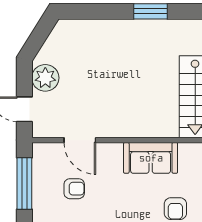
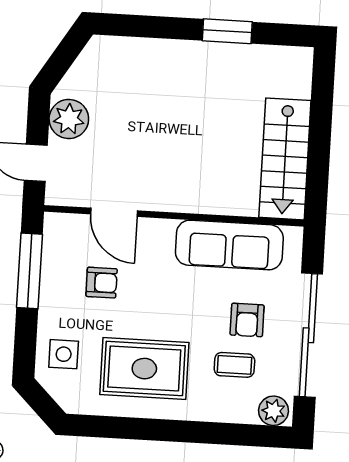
sofa: (151, 158) -> (229, 245), width x1.36

